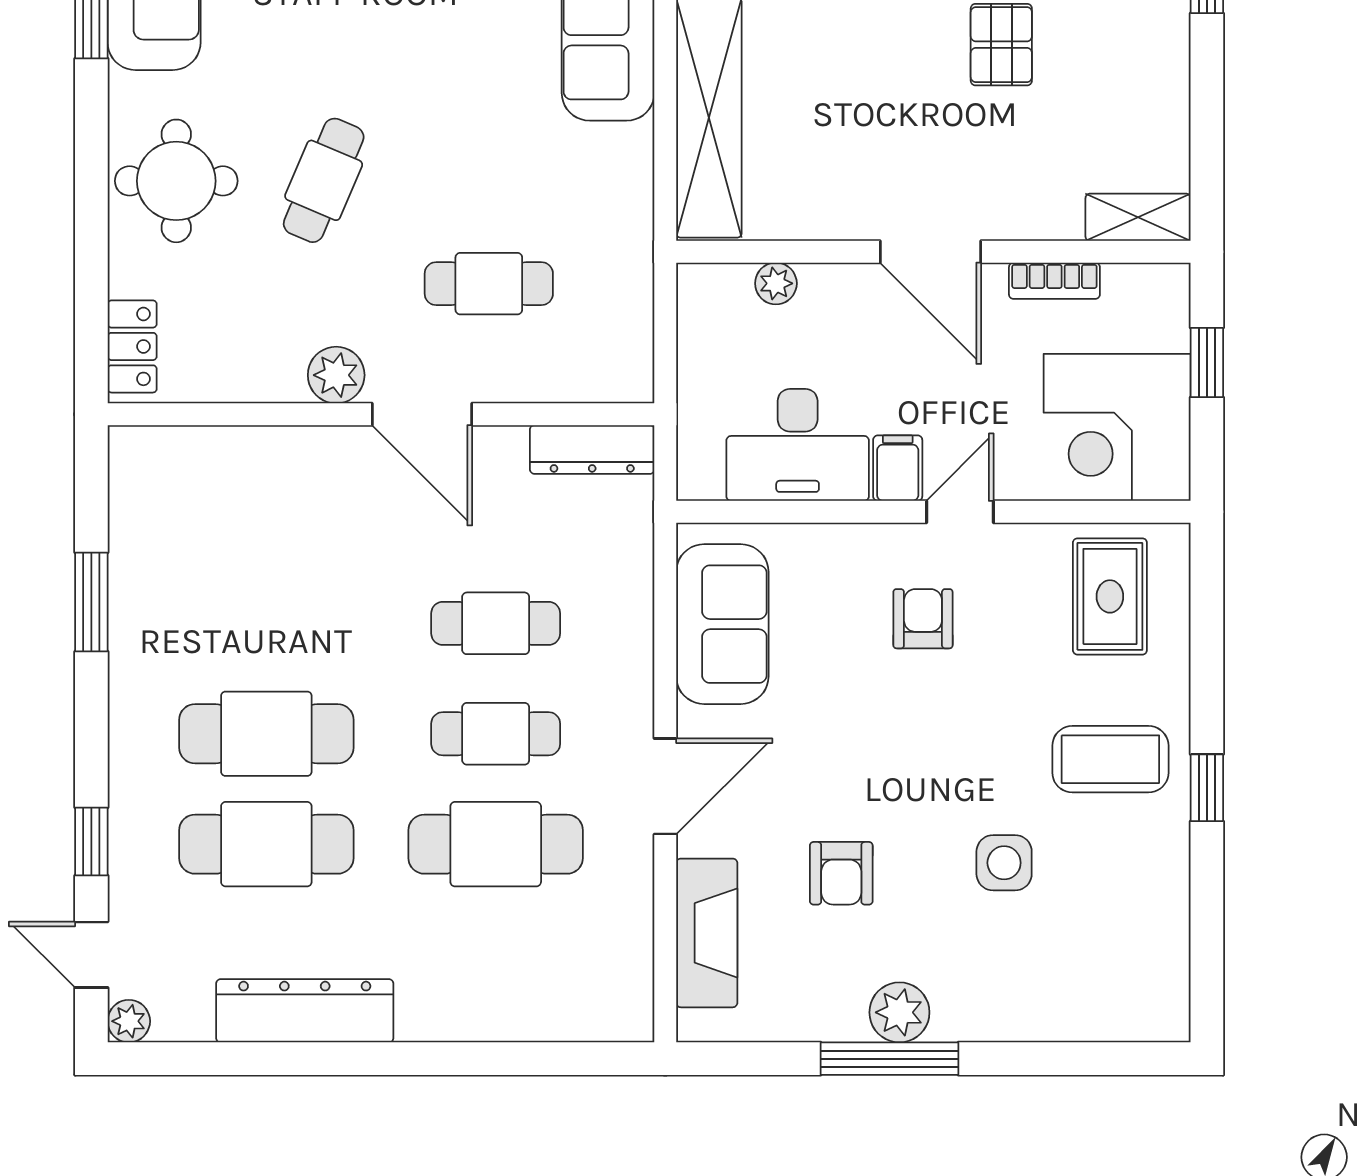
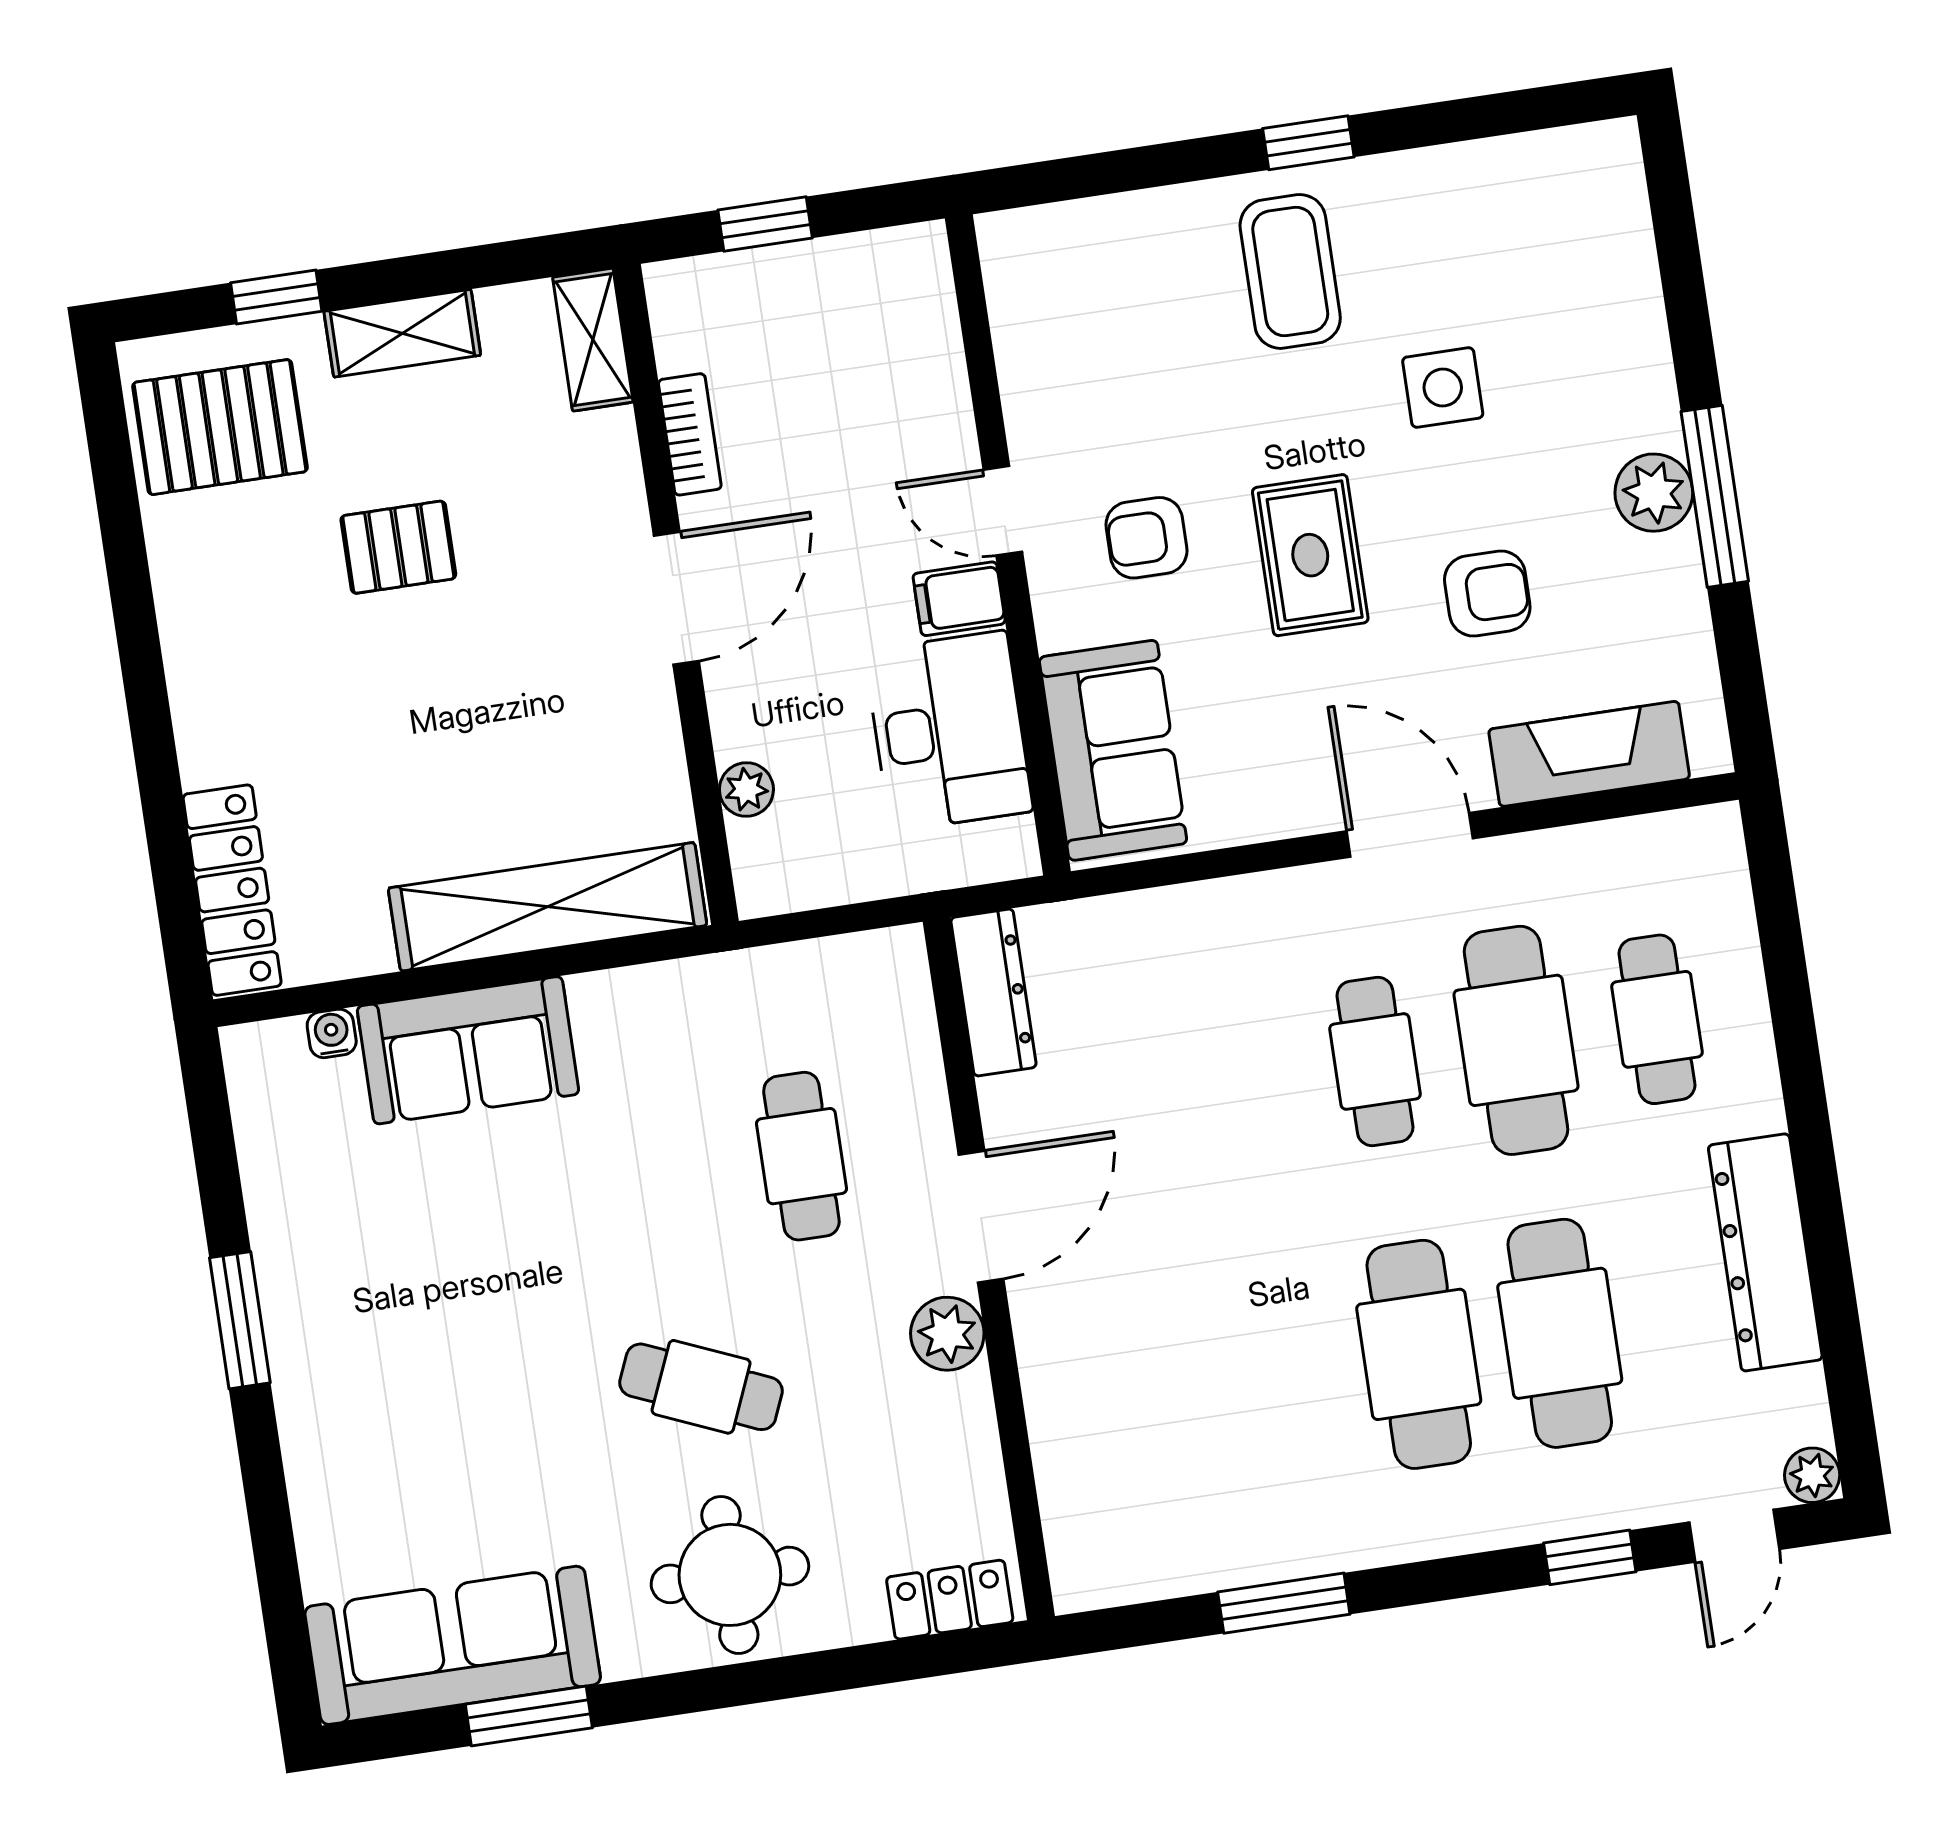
shelving: (1165, 72) -> (402, 333), added
corner desk: (1117, 427) -> (865, 326), removed
rug: (1110, 596) -> (1310, 555), moved, turned 90
cafe table: (496, 623) -> (1657, 1019), moved
sofa: (722, 624) -> (1113, 750), moved, turned 90

